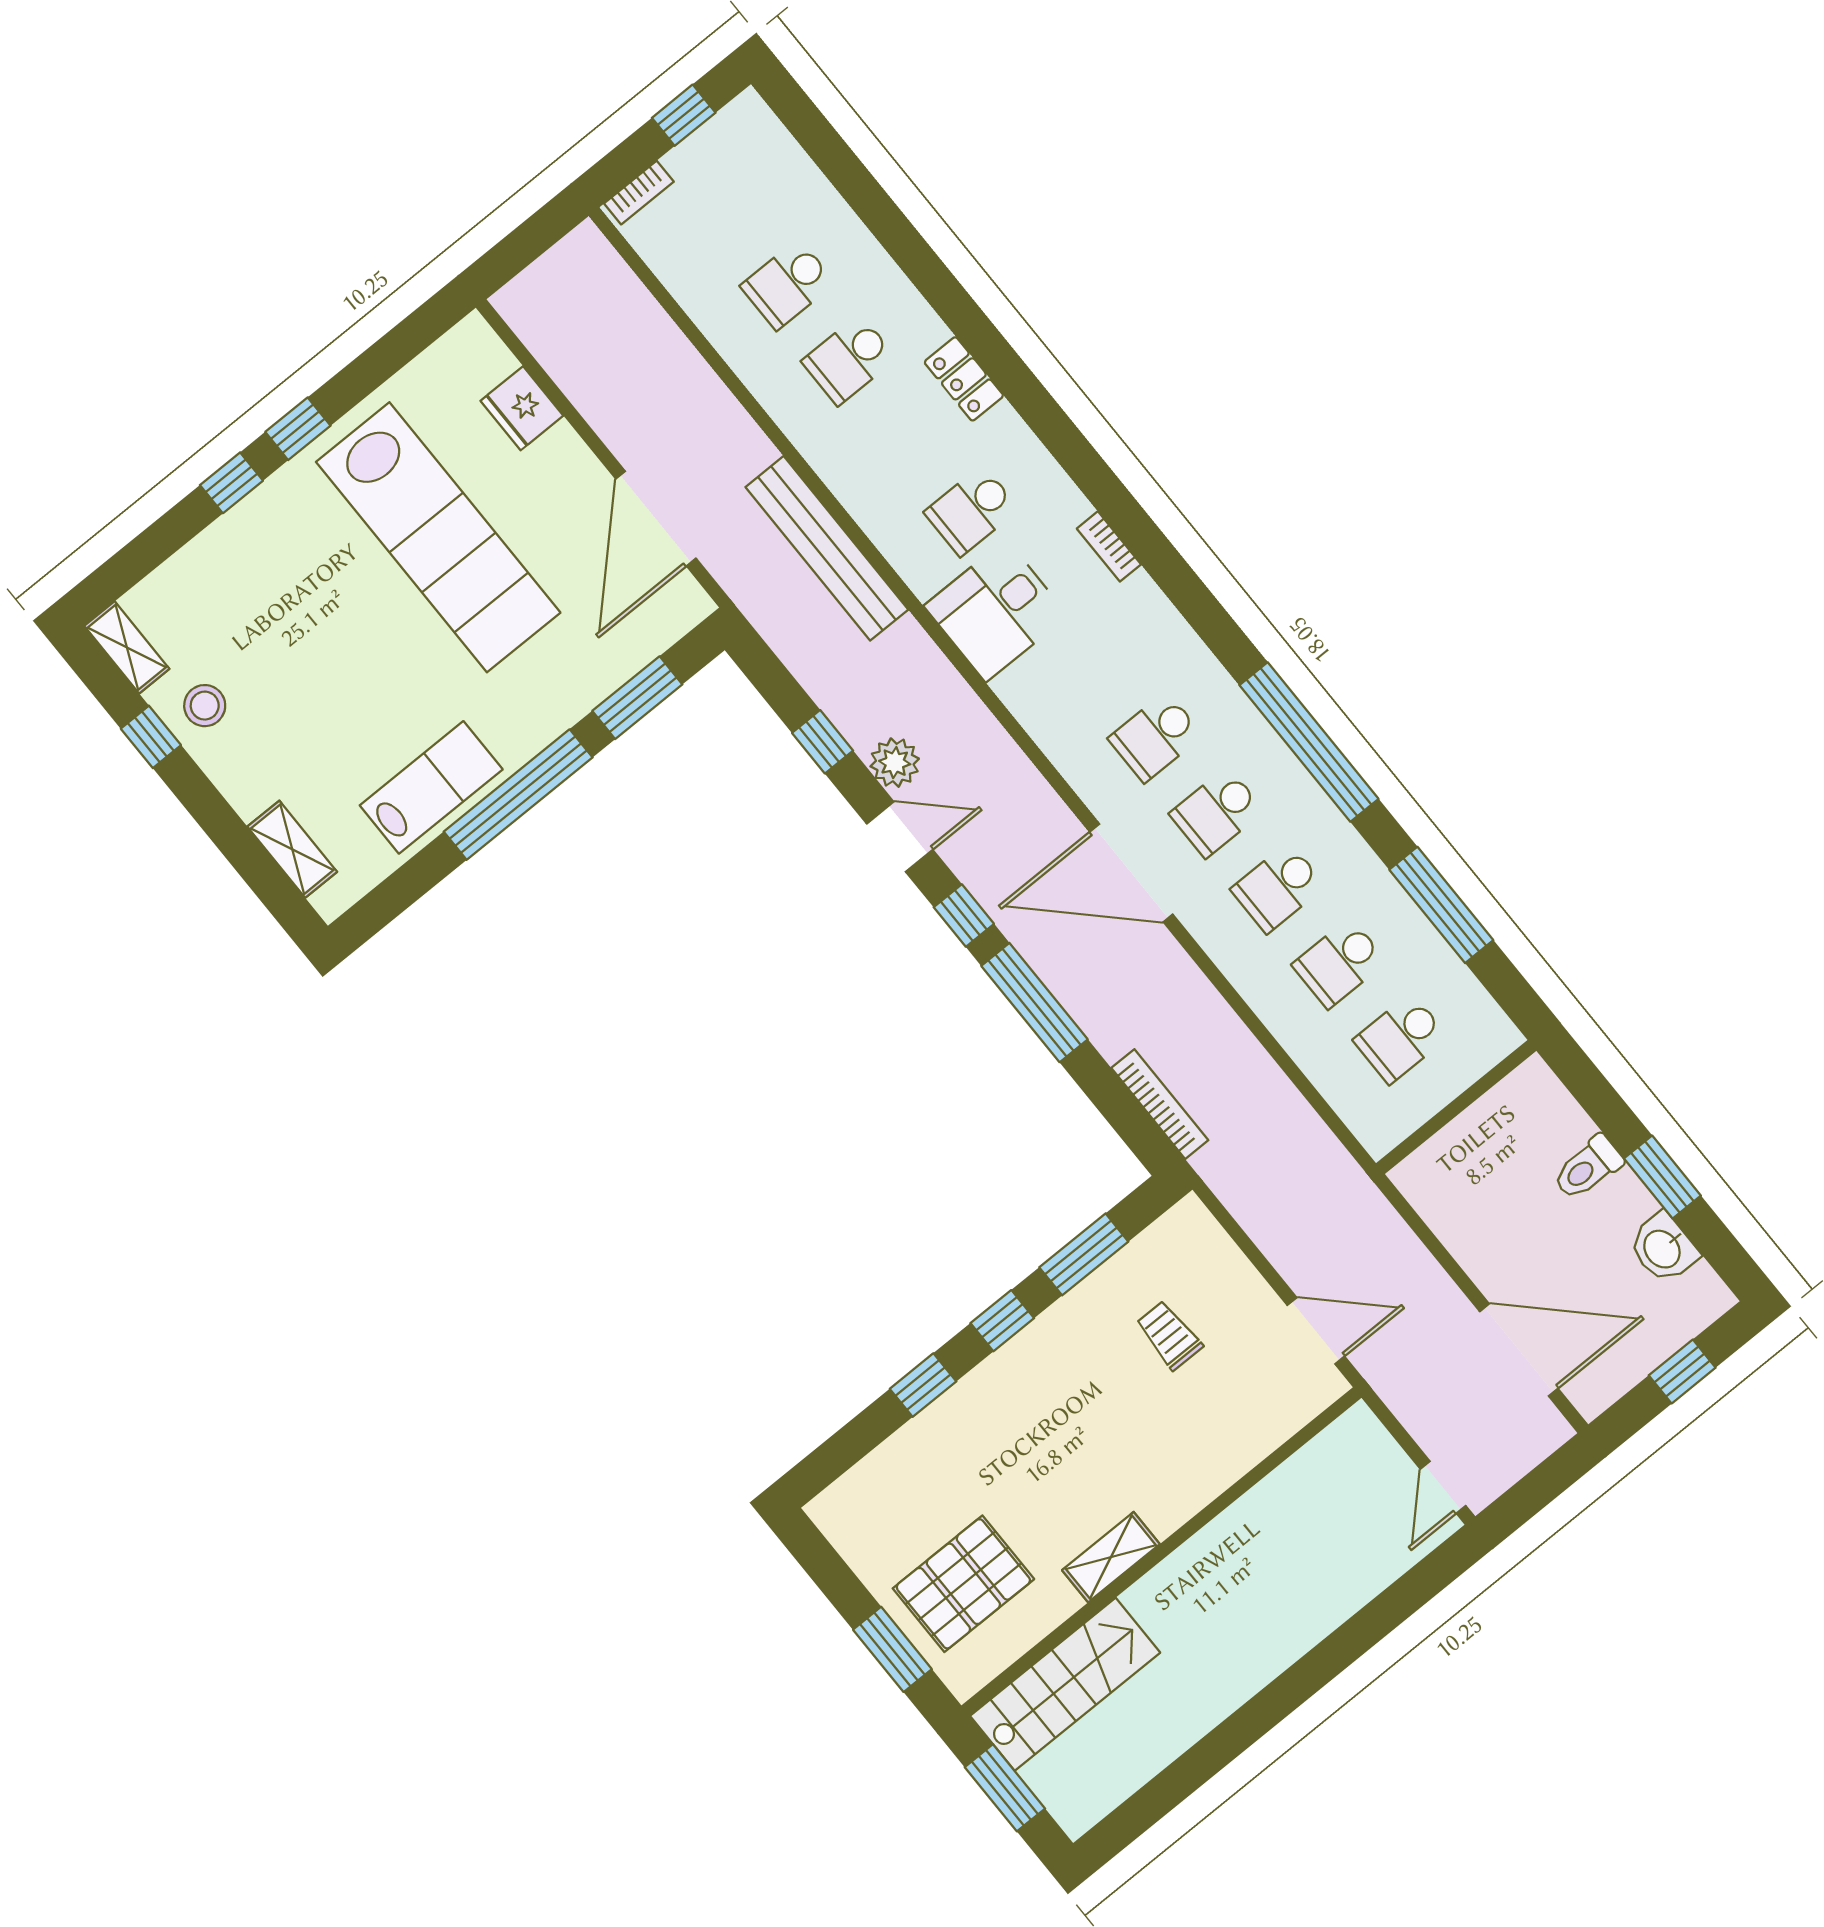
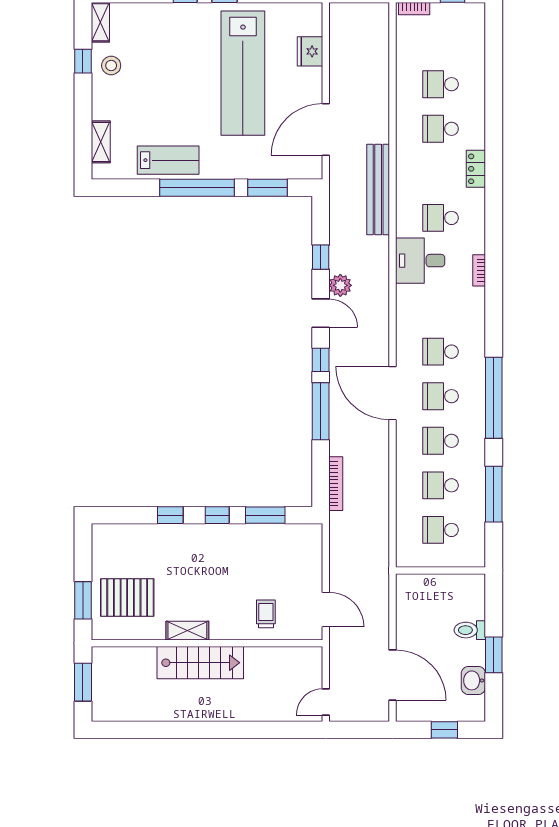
trolley: (1169, 1335) -> (266, 614), moved
stairs: (1065, 1684) -> (200, 663), moved

